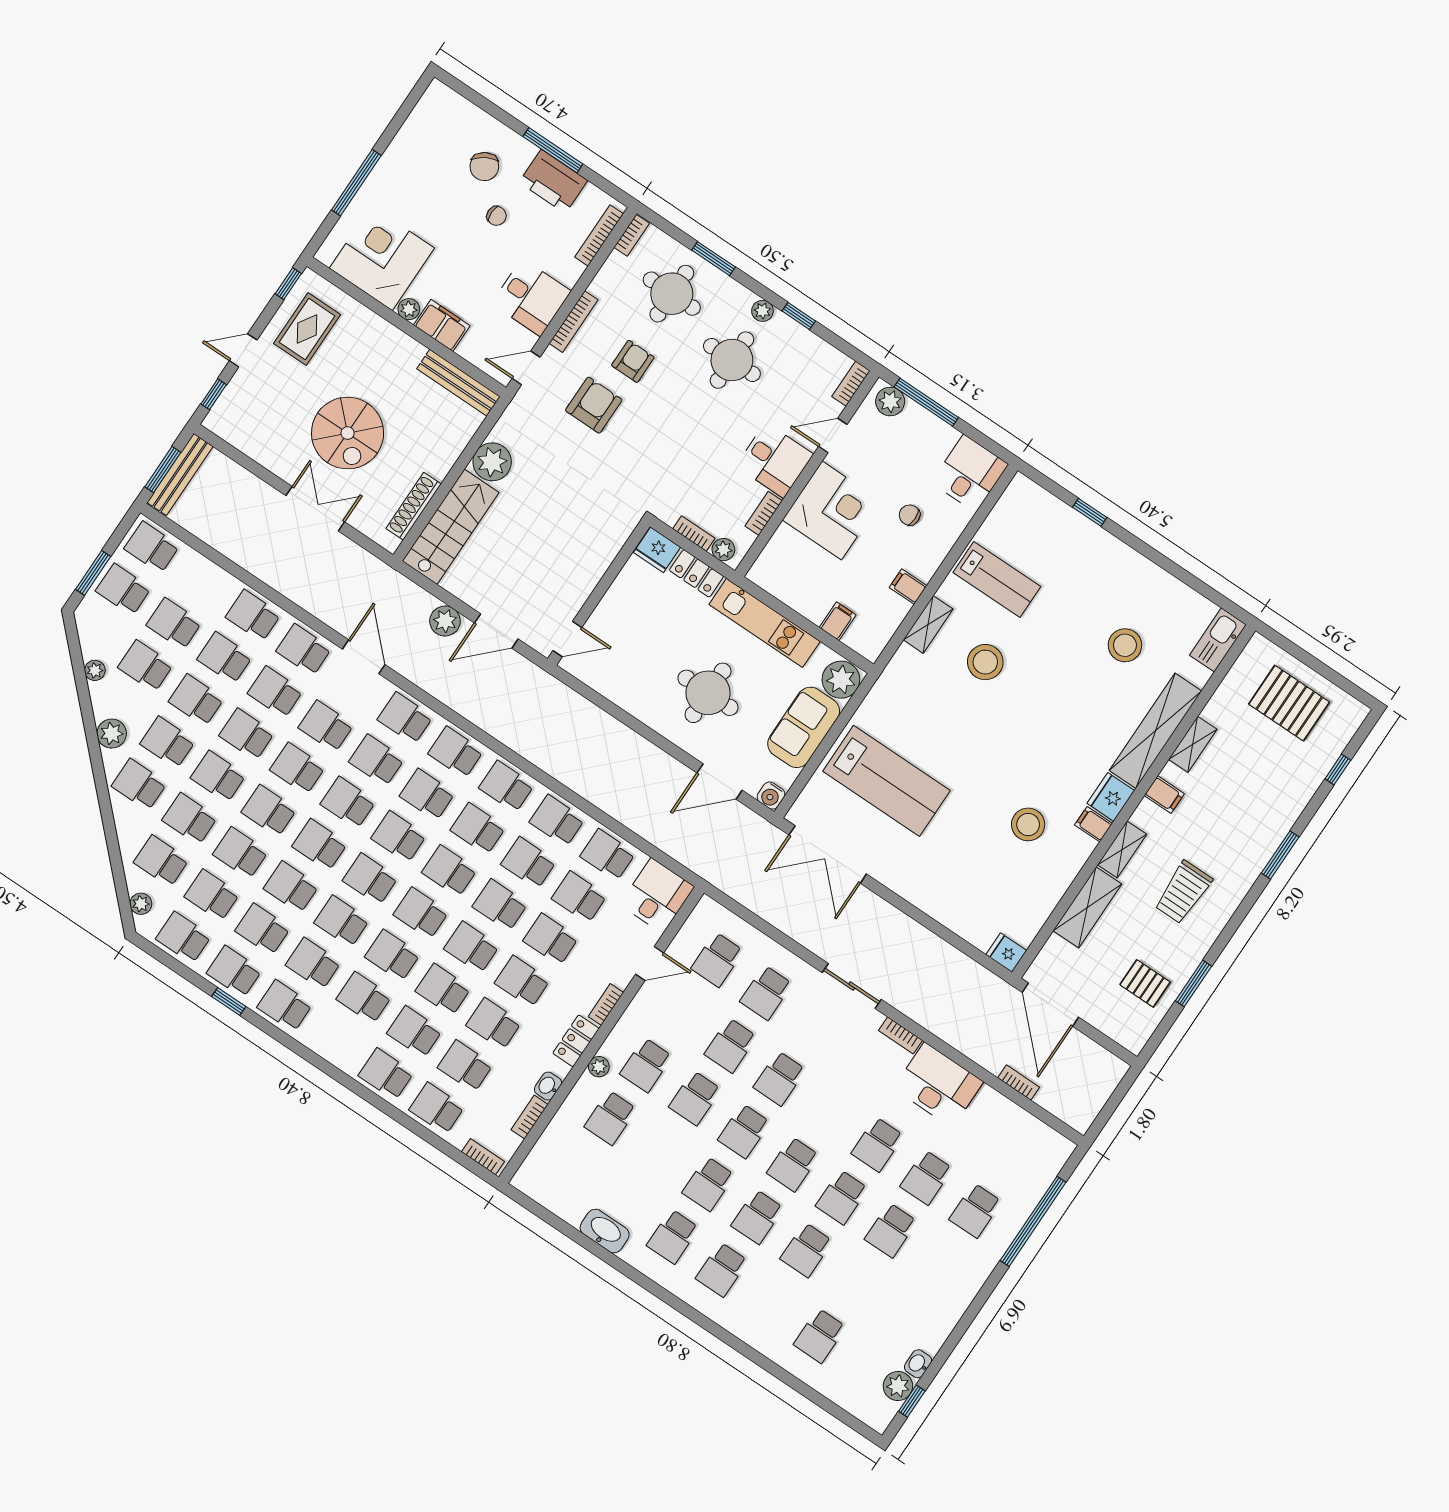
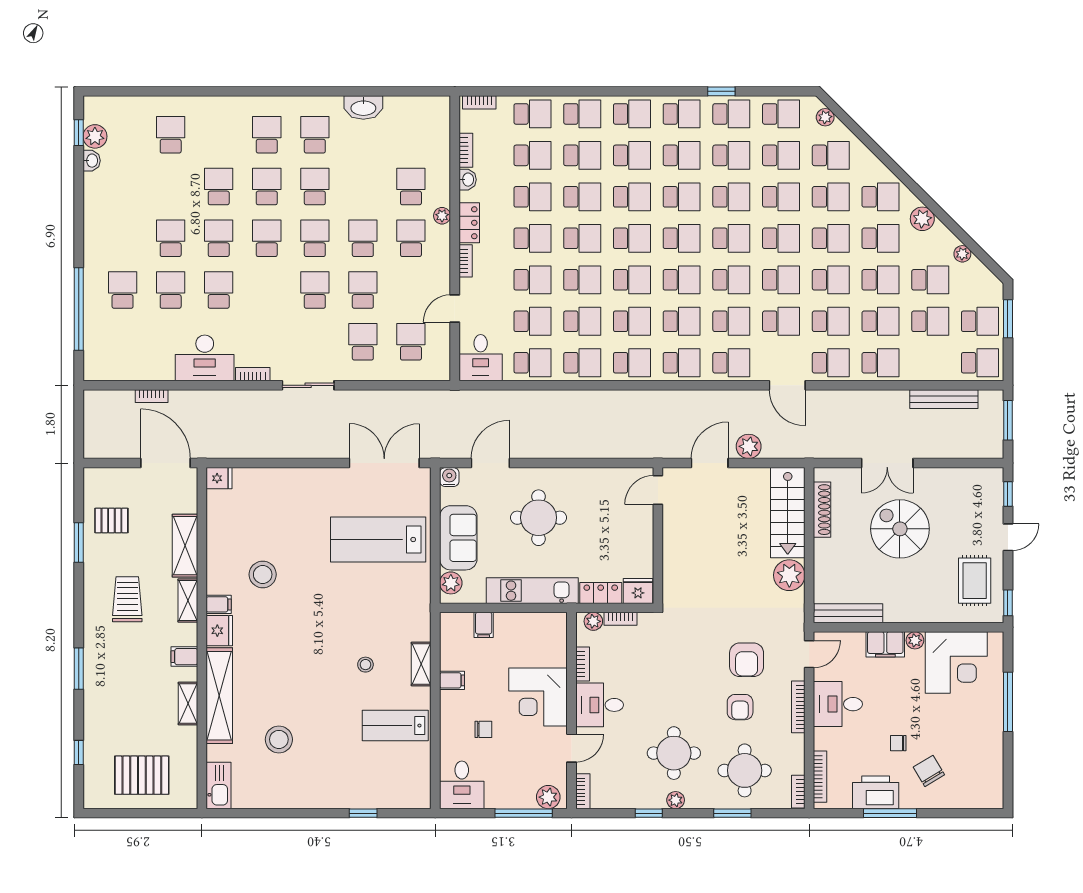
bench: (180, 474) -> (944, 399), moved, turned 90
stool: (985, 662) -> (365, 665), width x0.53, depth x0.53
plant: (841, 680) -> (451, 583), width x0.73, depth x0.73
school desk: (335, 1040) -> (632, 114), added

